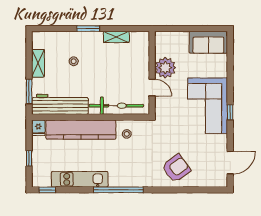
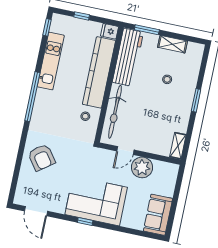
shelving: (116, 37) -> (178, 146), moved

